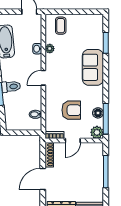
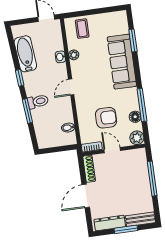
sofa: (93, 67) -> (122, 62), width x1.36
window: (106, 119) -> (142, 105), moved
door: (73, 141) -> (112, 150), swing flipped

